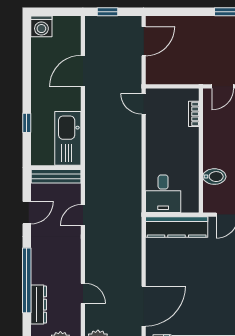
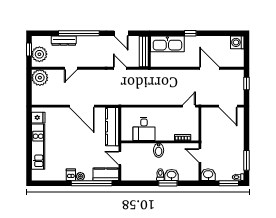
window: (27, 123) -> (190, 33), moved
kitchen sink: (68, 138) -> (167, 44), moved, turned 180
bidet: (214, 177) -> (159, 150), moved
desk: (163, 194) -> (144, 129), moved, turned -90
door: (144, 306) -> (82, 106), moved

